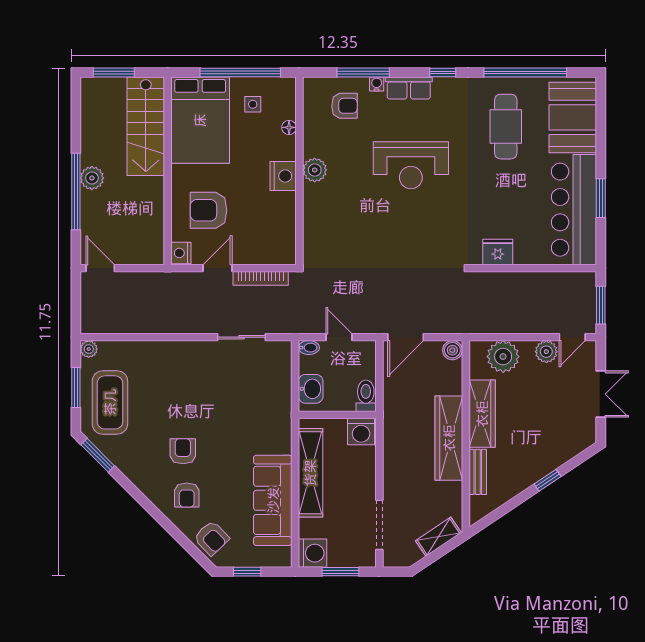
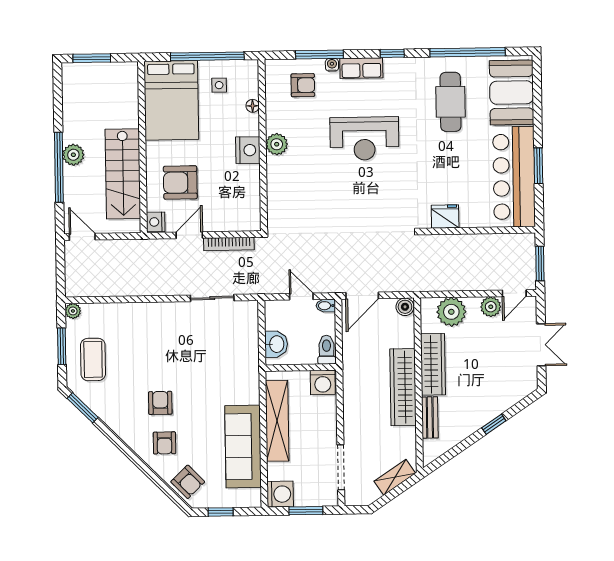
stairs: (146, 126) -> (123, 174), moved
bidet: (309, 348) -> (326, 306), moved, turned 180
coffee table: (110, 402) -> (93, 359), width x0.73, depth x0.76

